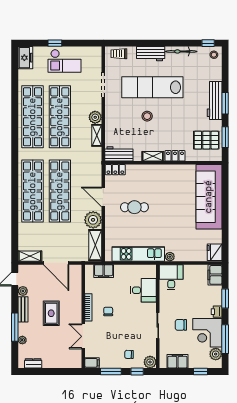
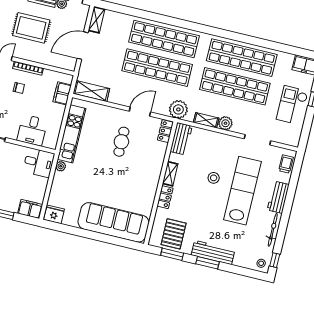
plant: (93, 220) -> (178, 109), moved
rug: (51, 313) -> (31, 28), width x1.36, depth x1.43

